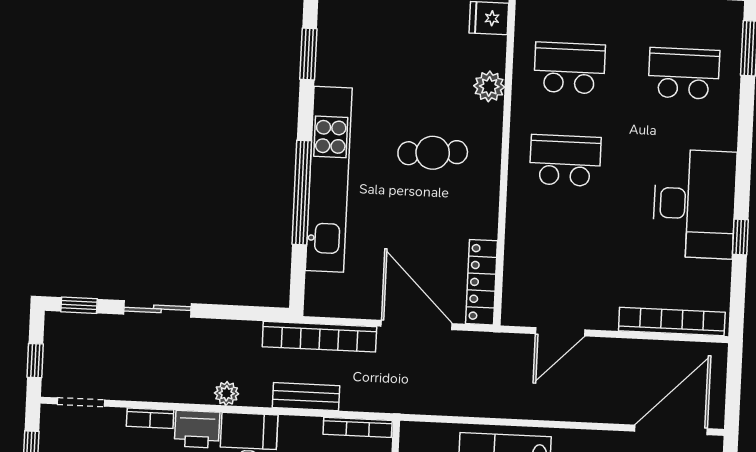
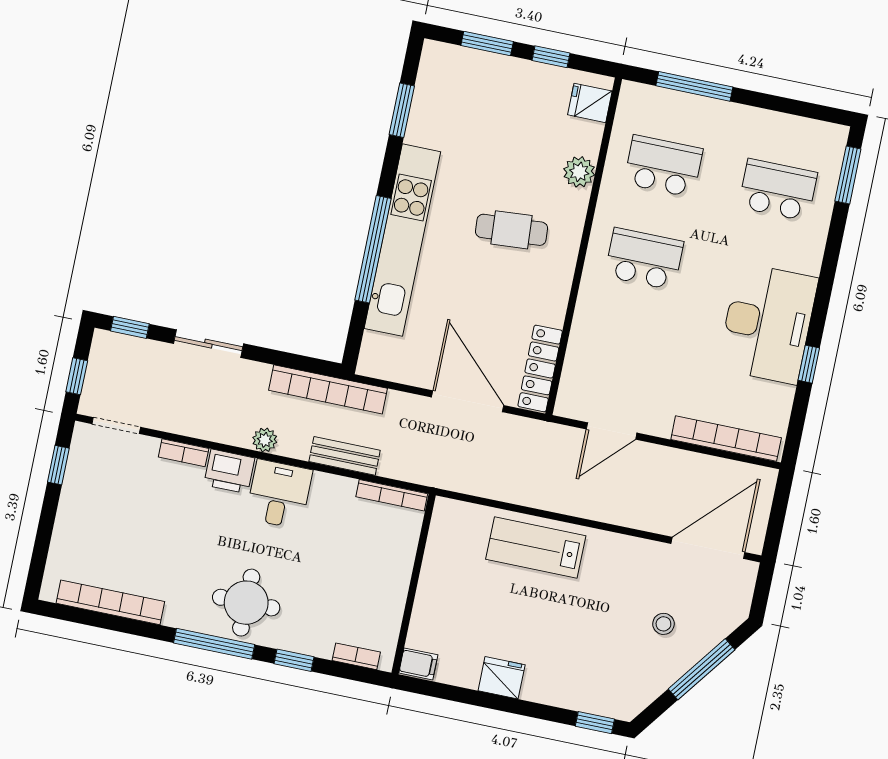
bookcase: (319, 337) -> (328, 389), moved

